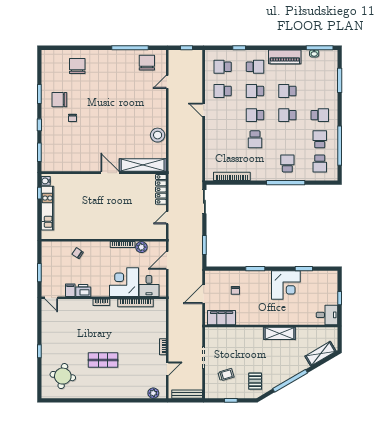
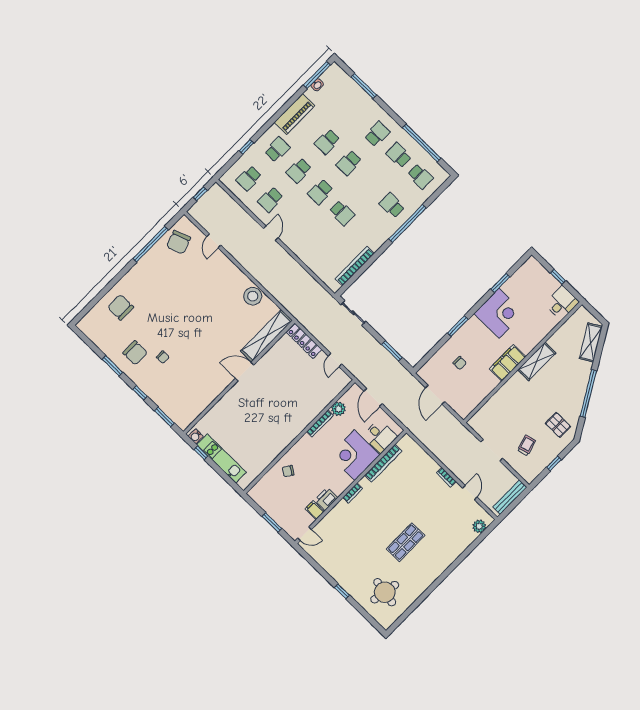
chair: (147, 63) -> (179, 242), turned -110
chair: (59, 100) -> (135, 353), turned -90
door: (204, 110) -> (271, 233), swing flipped
filing cabinet: (222, 318) -> (508, 363), moved

